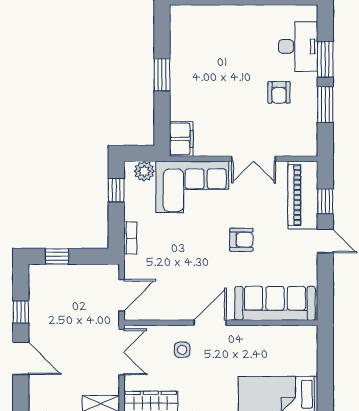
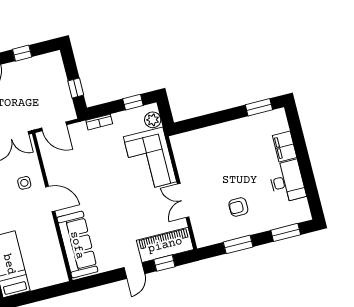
desk: (298, 46) -> (287, 181), moved, turned -90
window: (325, 59) -> (286, 232), moved
window: (162, 75) -> (259, 107), moved
filing cabinet: (181, 139) -> (285, 146), moved, turned 90
armchair: (241, 240) -> (119, 207), removed
window: (57, 256) -> (76, 88), moved

